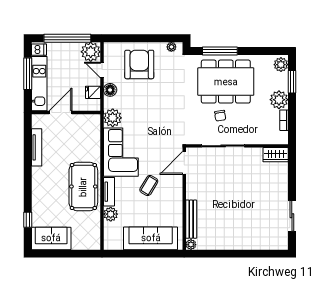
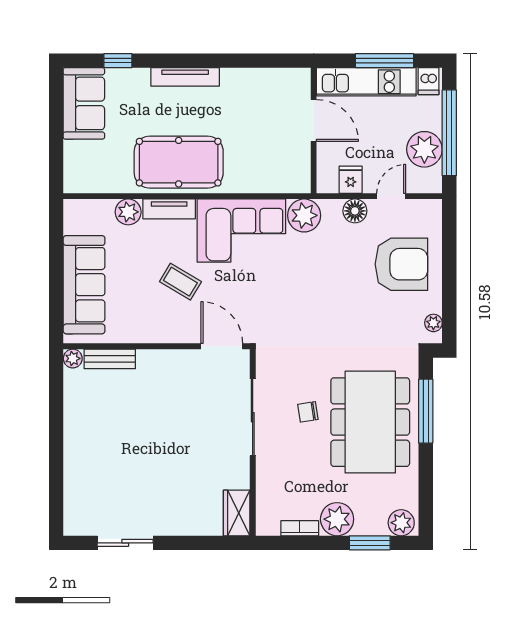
plant: (91, 52) -> (424, 149), moved
tv unit: (37, 147) -> (185, 77), moved
bench: (191, 219) -> (110, 359), width x0.73

